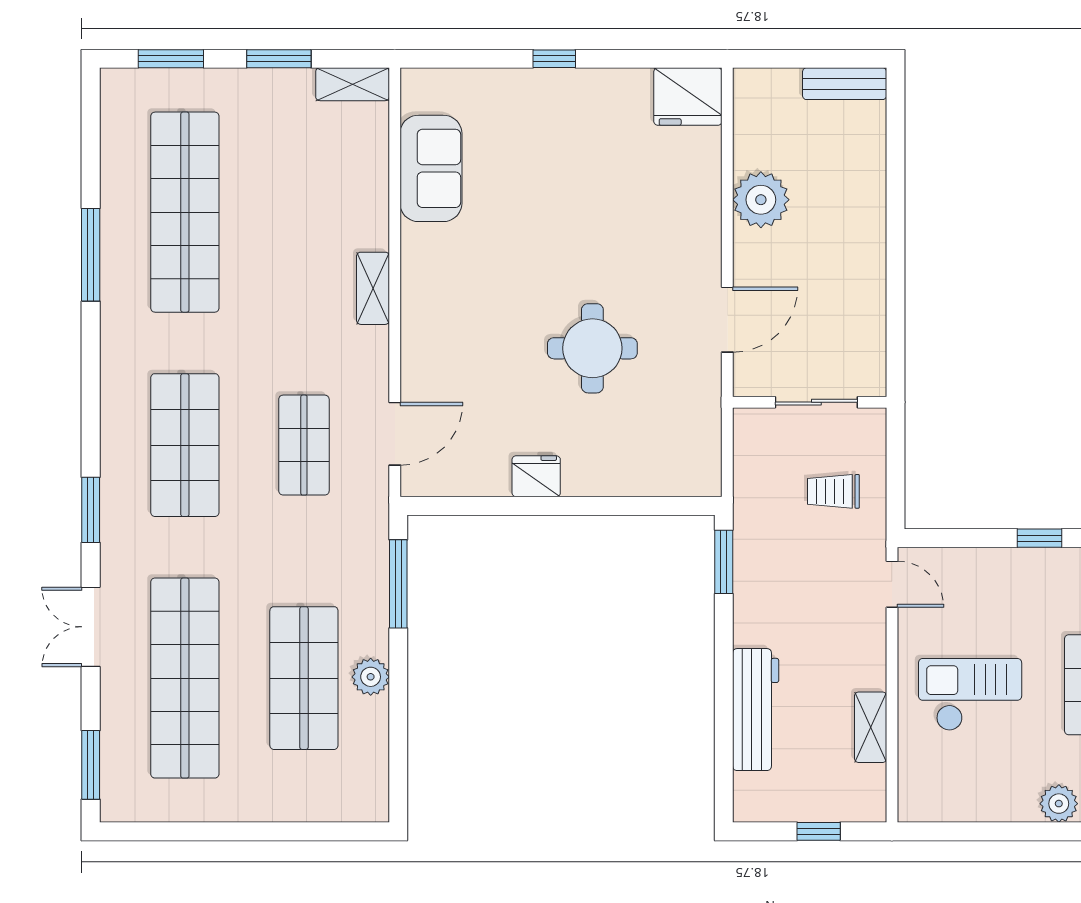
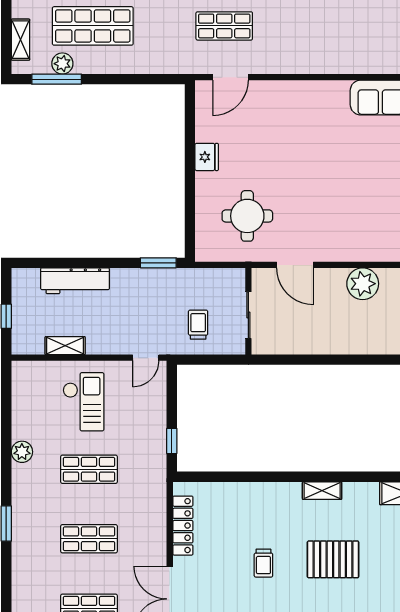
shelving: (373, 288) -> (20, 40), moved, turned 90
round table: (592, 348) -> (247, 216), moved
door: (395, 434) -> (231, 77), hinge flipped
window: (398, 584) -> (57, 79), moved
plant: (371, 677) -> (62, 64), moved

